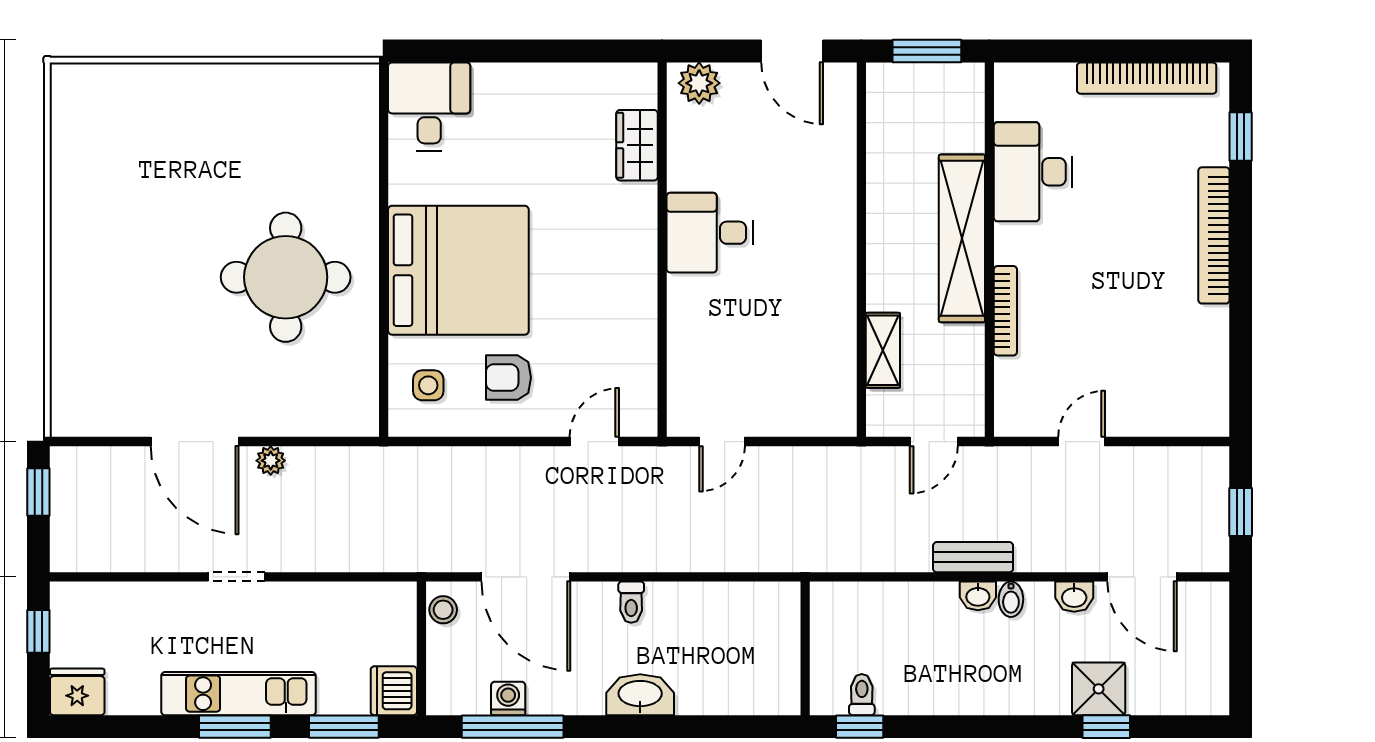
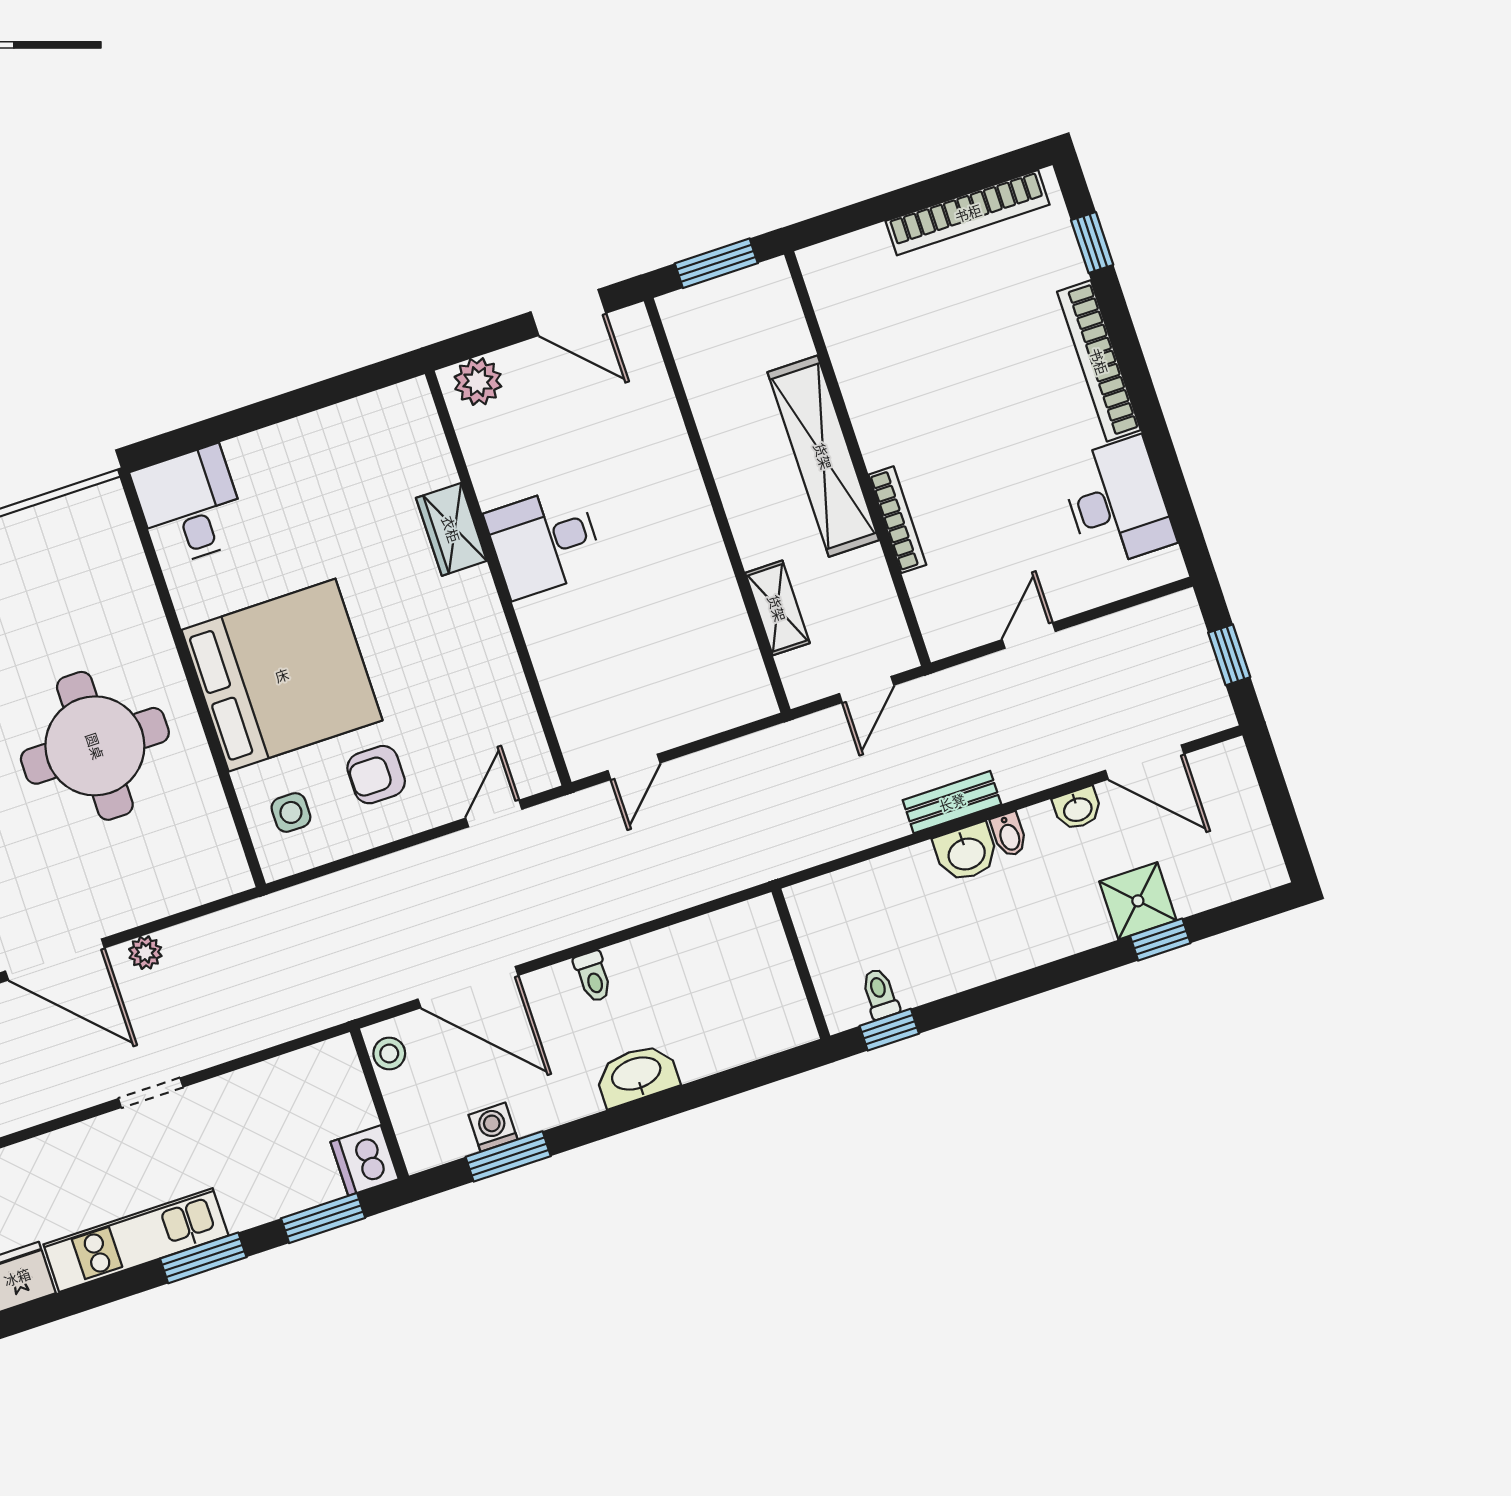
wardrobe: (637, 145) -> (451, 529), moved
desk: (1033, 172) -> (1117, 502), moved, turned 180
washbasin: (978, 596) -> (966, 853), width x1.38, depth x1.45
kitchen unit: (238, 694) -> (136, 1240), moved
window: (513, 727) -> (508, 1156), width x0.69

